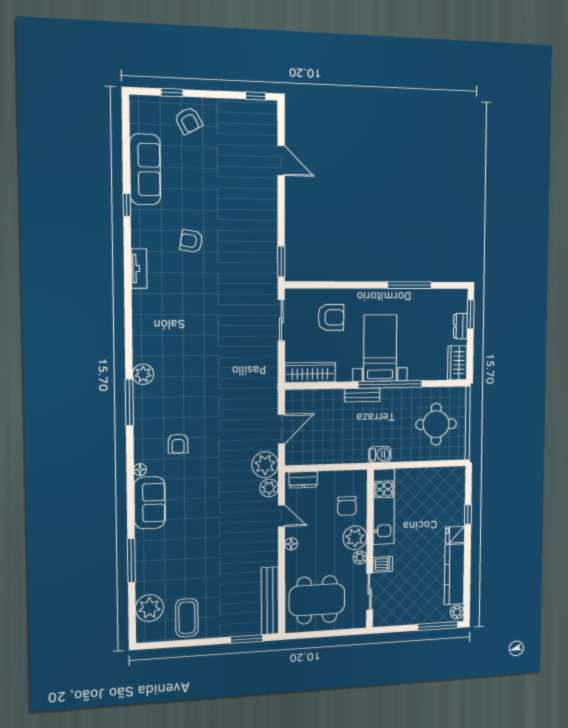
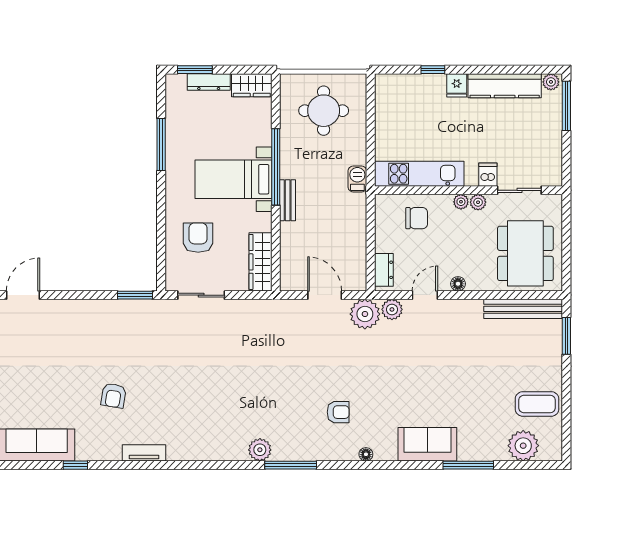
dresser: (460, 326) -> (209, 82), width x1.44
sofa: (150, 503) -> (427, 444), moved
plant: (355, 538) -> (461, 202), width x0.53, depth x0.53

